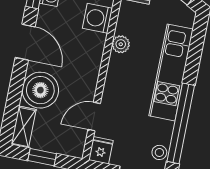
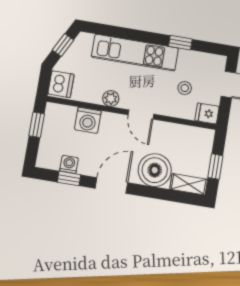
door: (94, 116) -> (141, 115), moved
window: (181, 123) -> (180, 43), width x0.32
stool: (159, 152) -> (185, 88), moved

